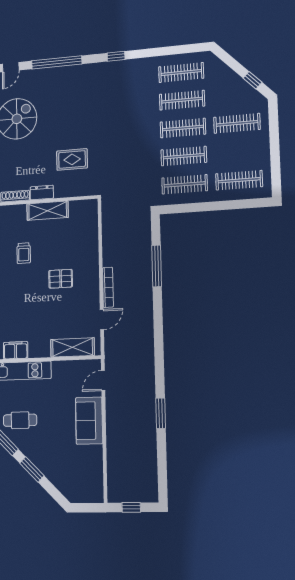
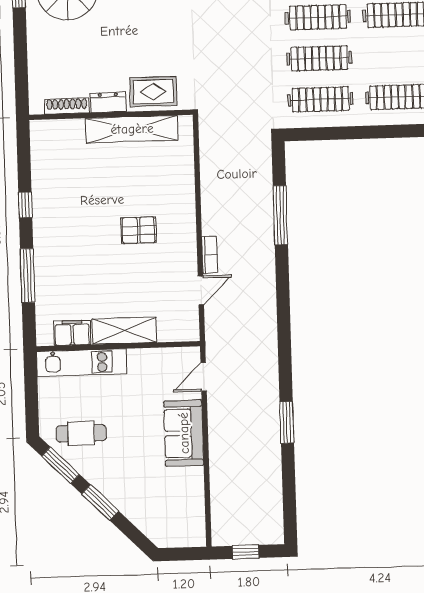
rug: (72, 159) -> (153, 92), moved
shelving: (48, 211) -> (132, 129), width x1.47
trolley: (24, 253) -> (82, 191), removed
bookcase: (108, 287) -> (210, 255), width x0.64
shelving: (73, 347) -> (124, 331), moved

